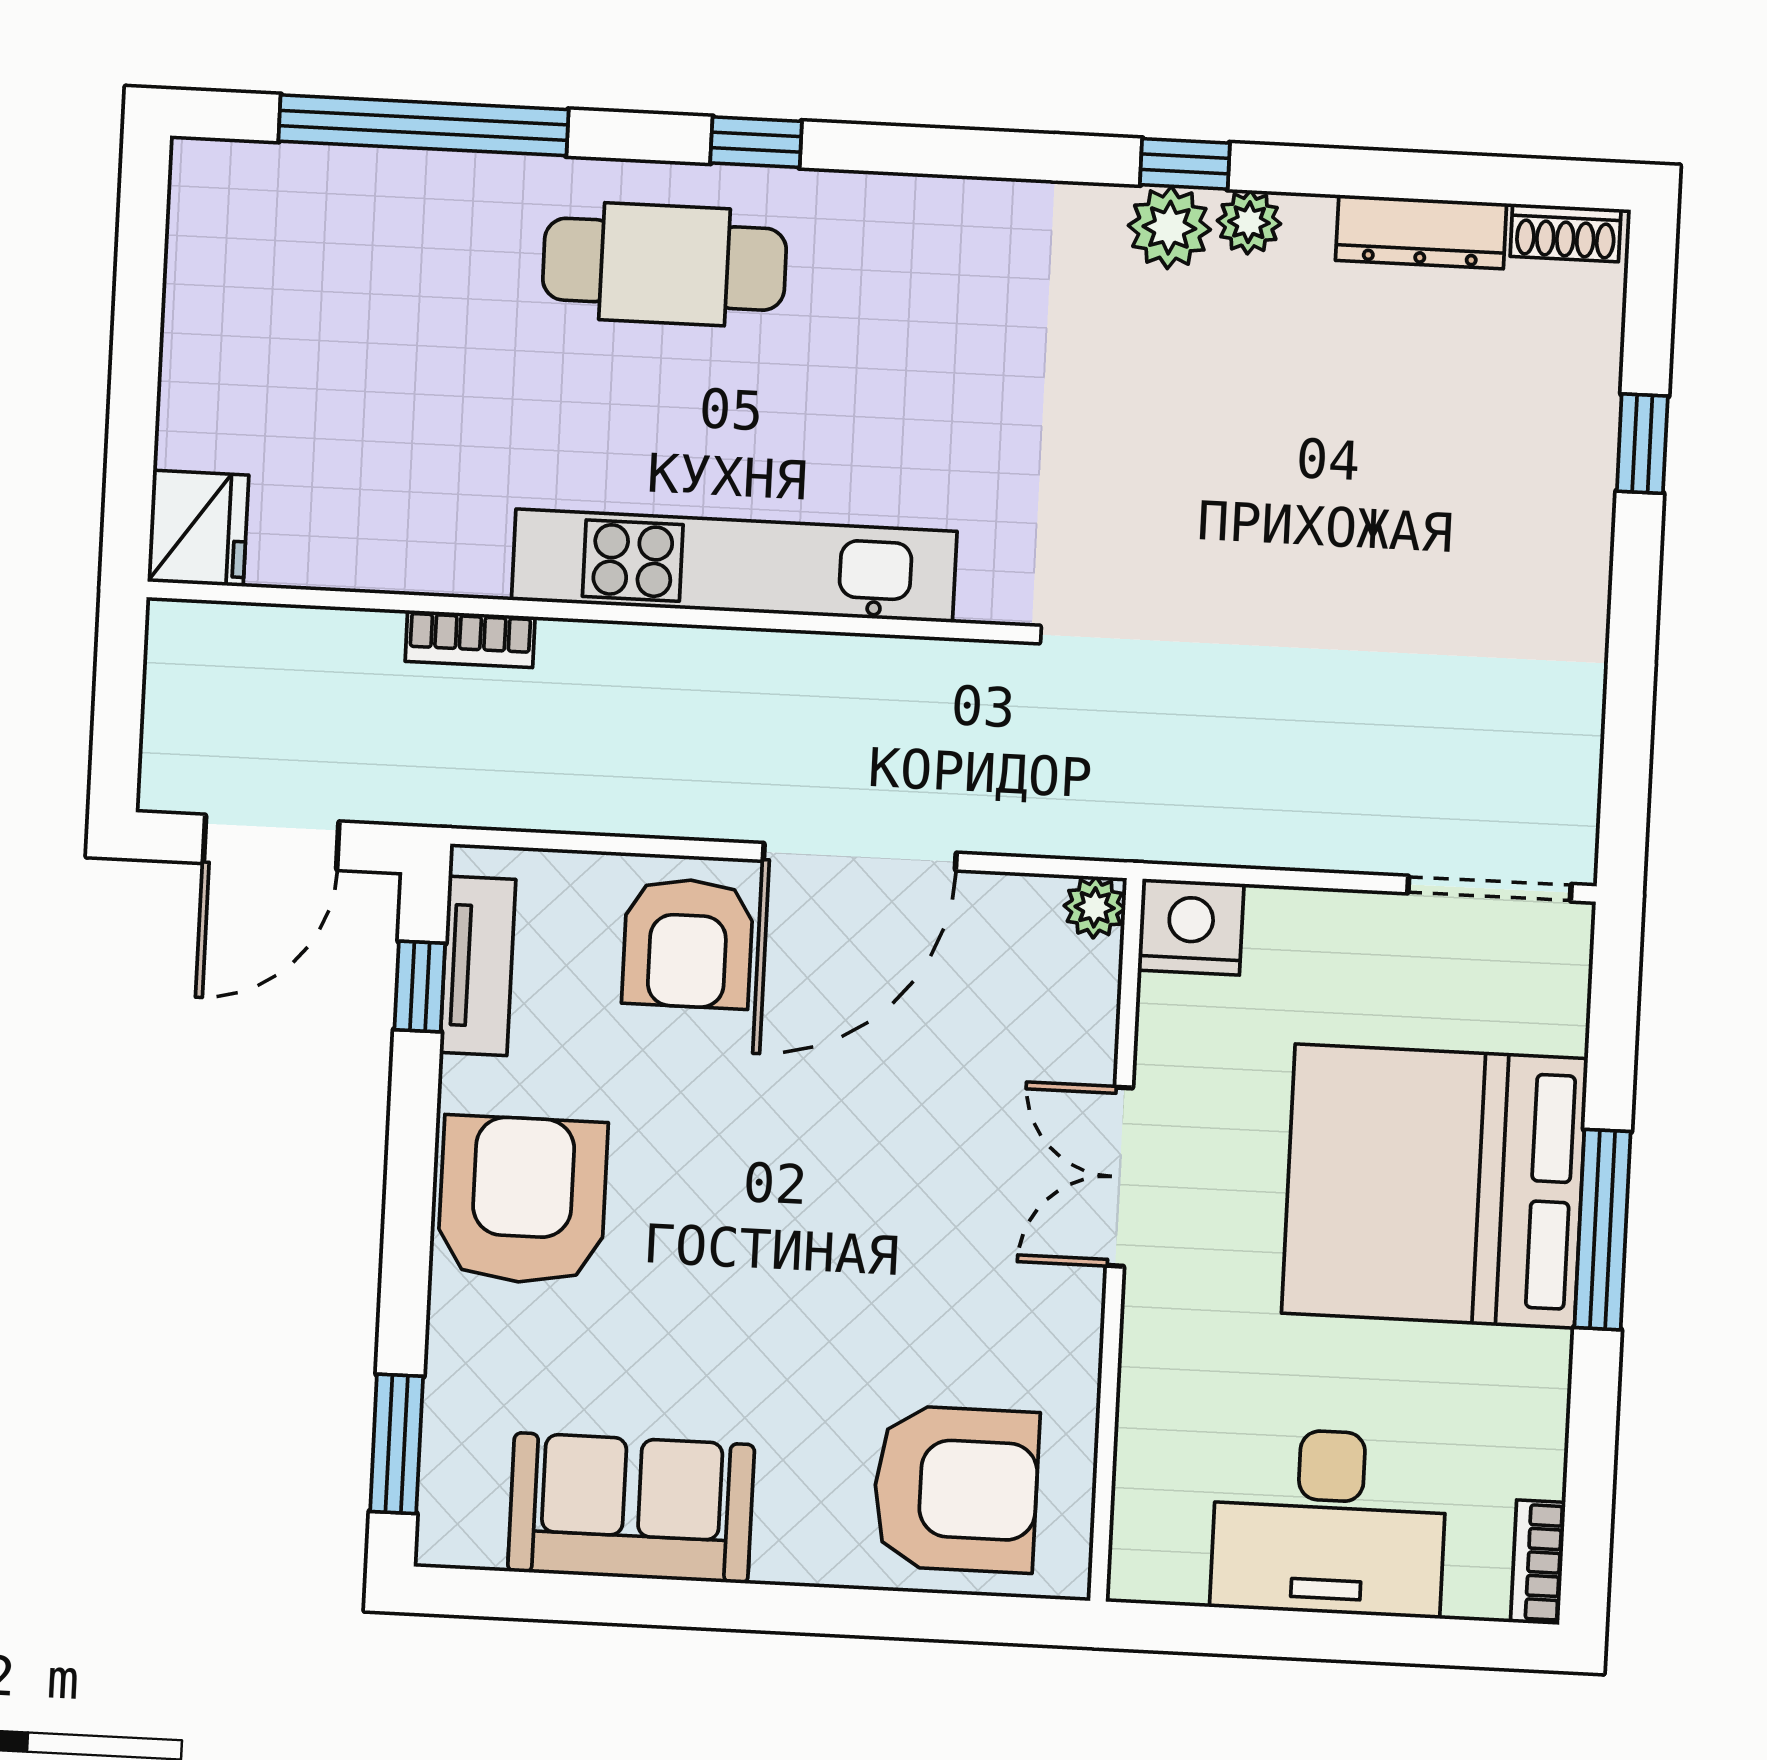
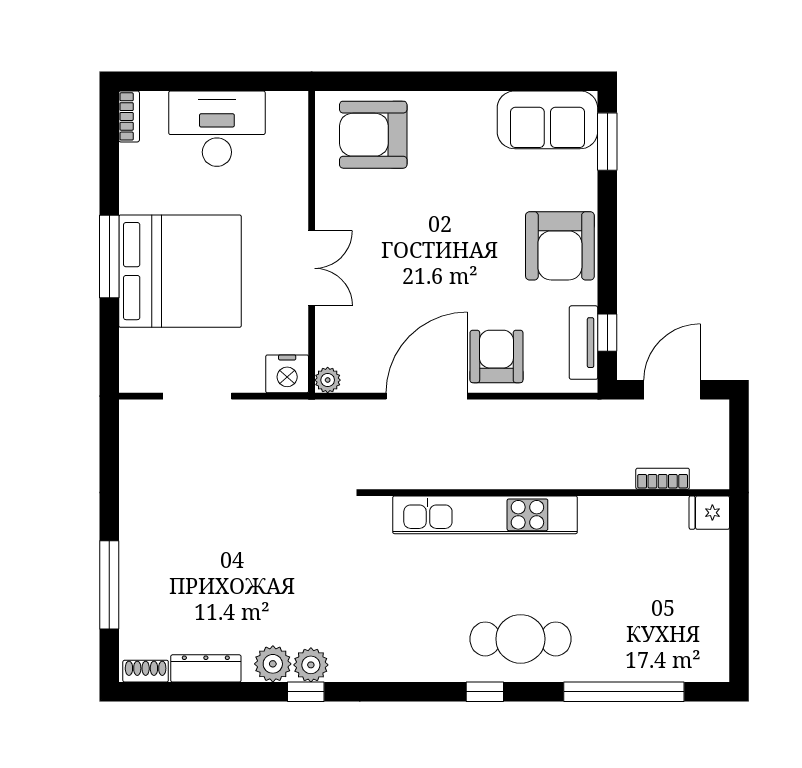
plant: (1249, 222) -> (273, 664), width x1.38, depth x1.38
window: (1642, 444) -> (109, 585), width x2.17
fridge: (198, 528) -> (709, 513), width x0.72
bookcase: (470, 639) -> (663, 479), moved
doorway: (1490, 889) -> (197, 396), moved
sofa: (631, 1508) -> (547, 120), moved

